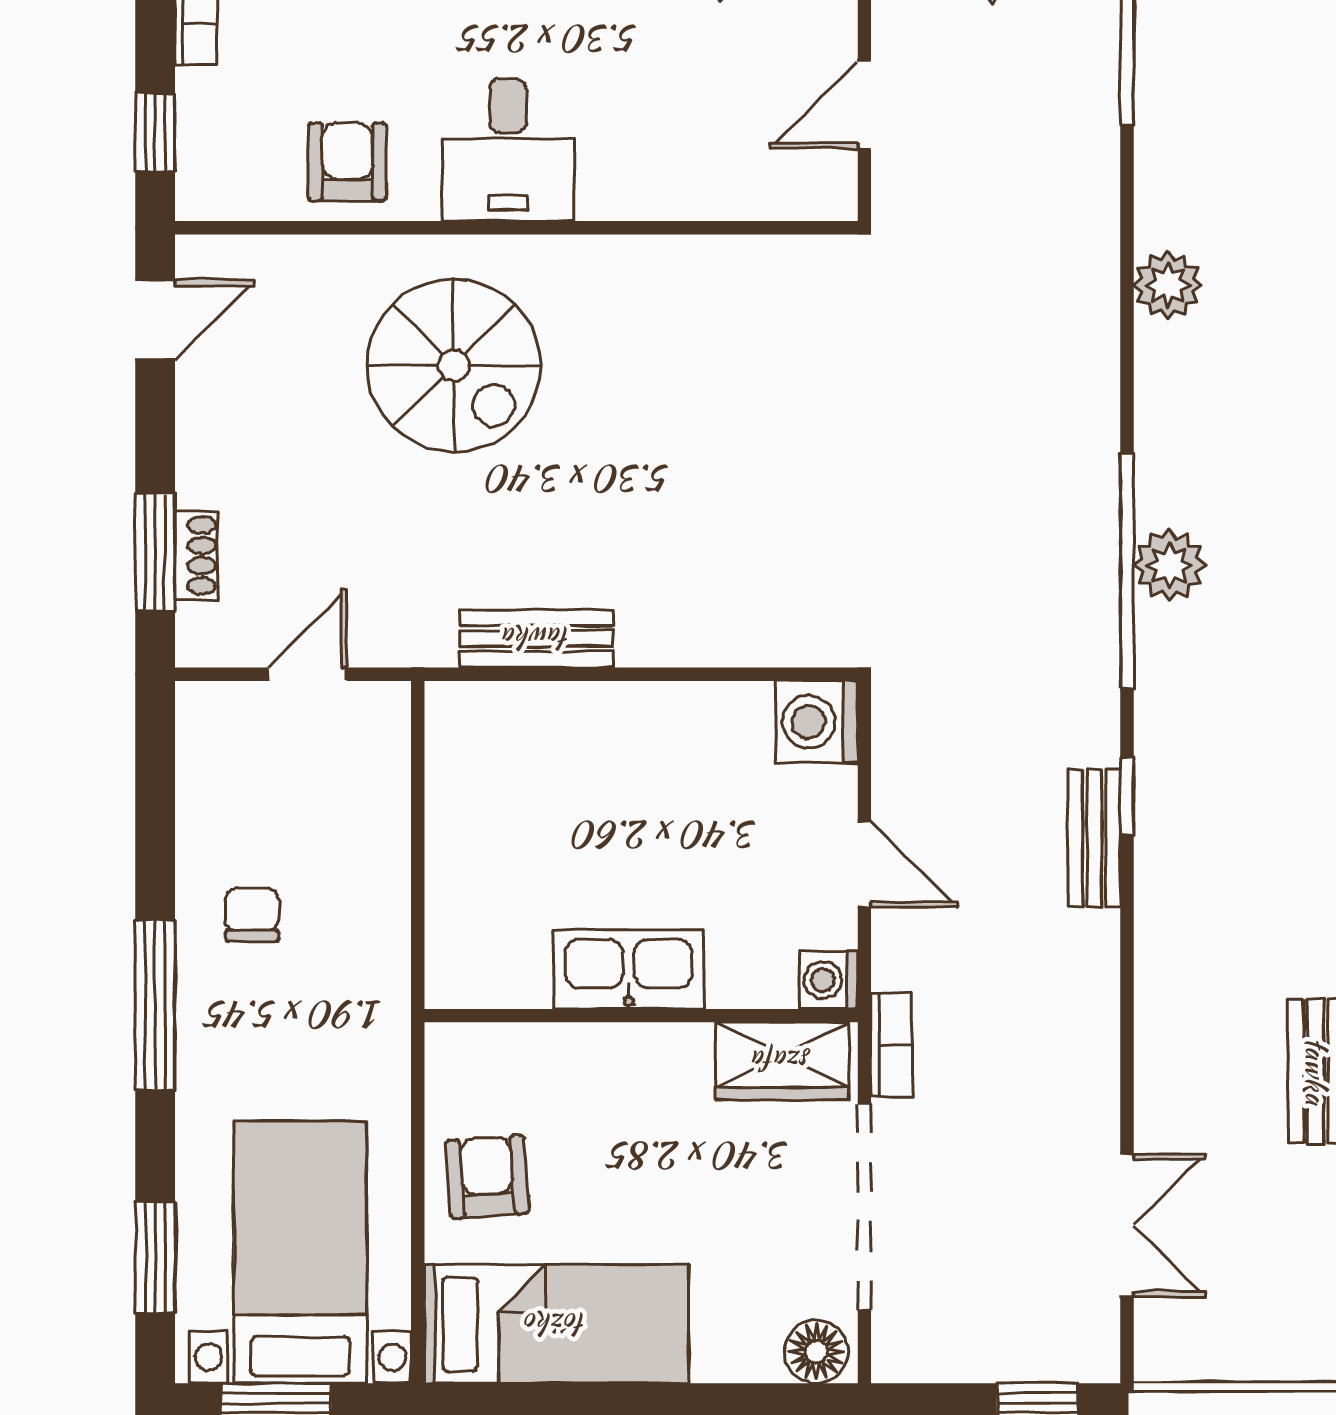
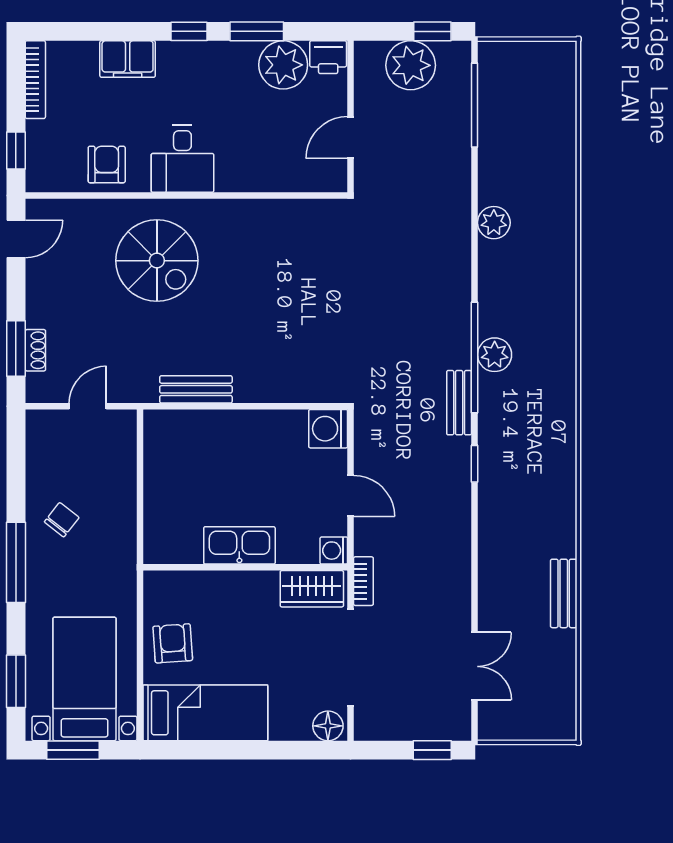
bench: (1094, 838) -> (459, 403), moved
chair: (252, 915) -> (62, 520), turned 38

